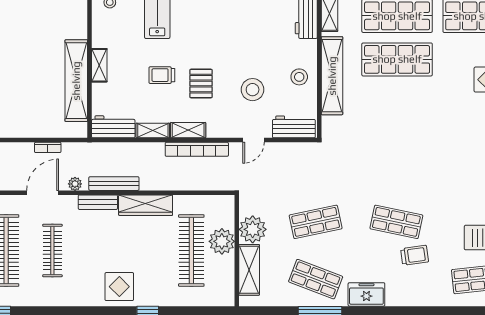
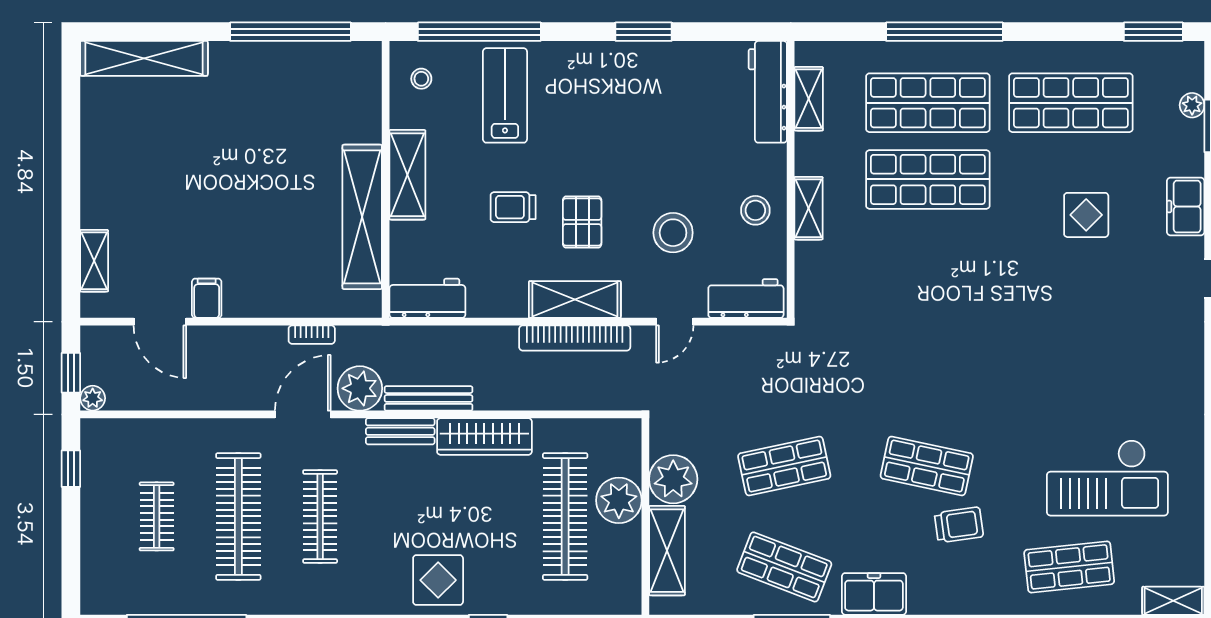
shelving: (99, 65) -> (407, 175), width x1.50, depth x1.33
shelving: (332, 76) -> (808, 208), width x0.45, depth x0.75
shelving: (188, 130) -> (575, 300), width x1.50, depth x1.33
shelving: (153, 131) -> (497, 305), removed
plant: (75, 184) -> (360, 388), width x1.87, depth x1.87

